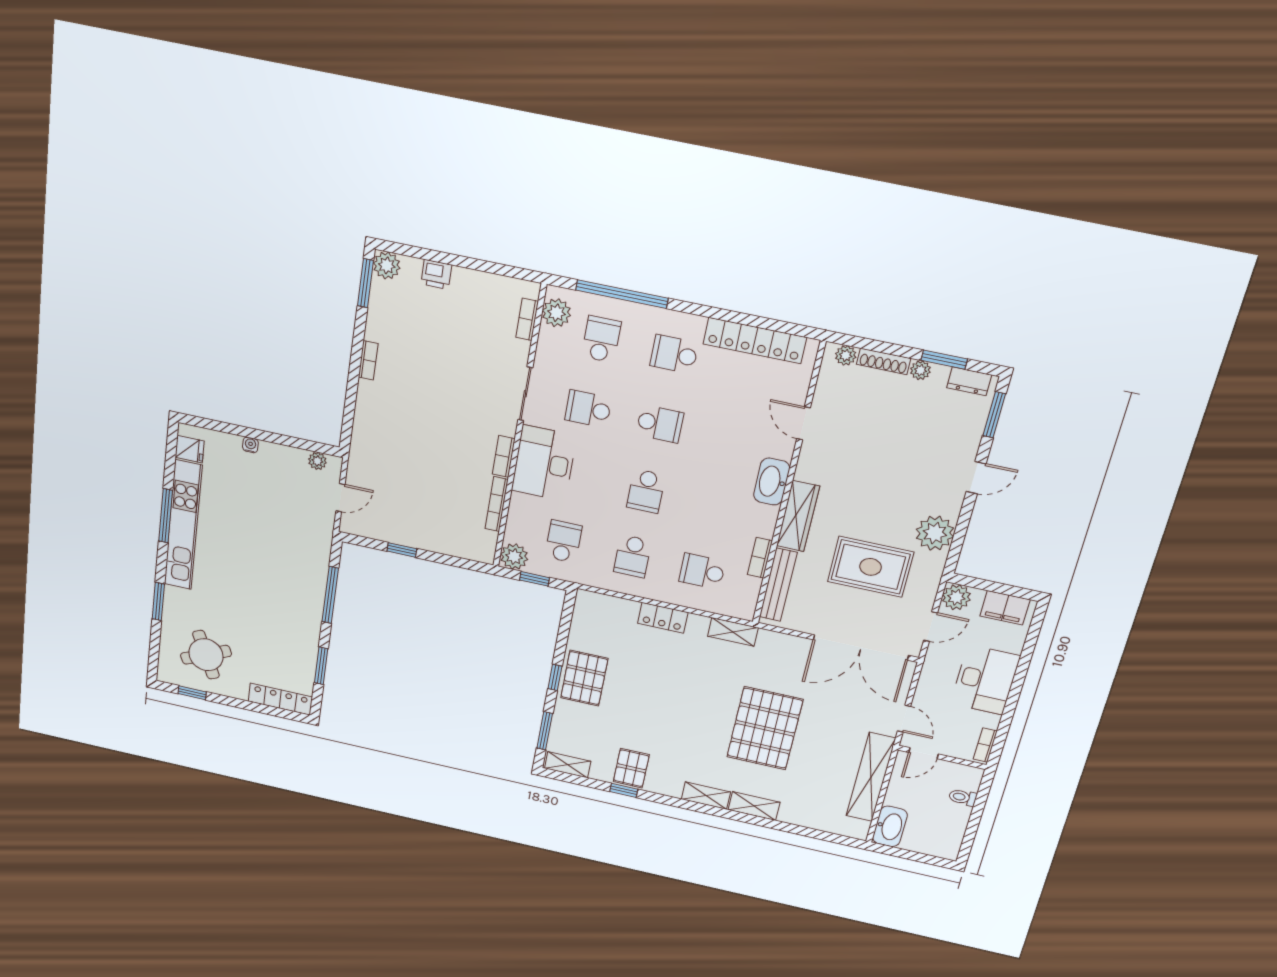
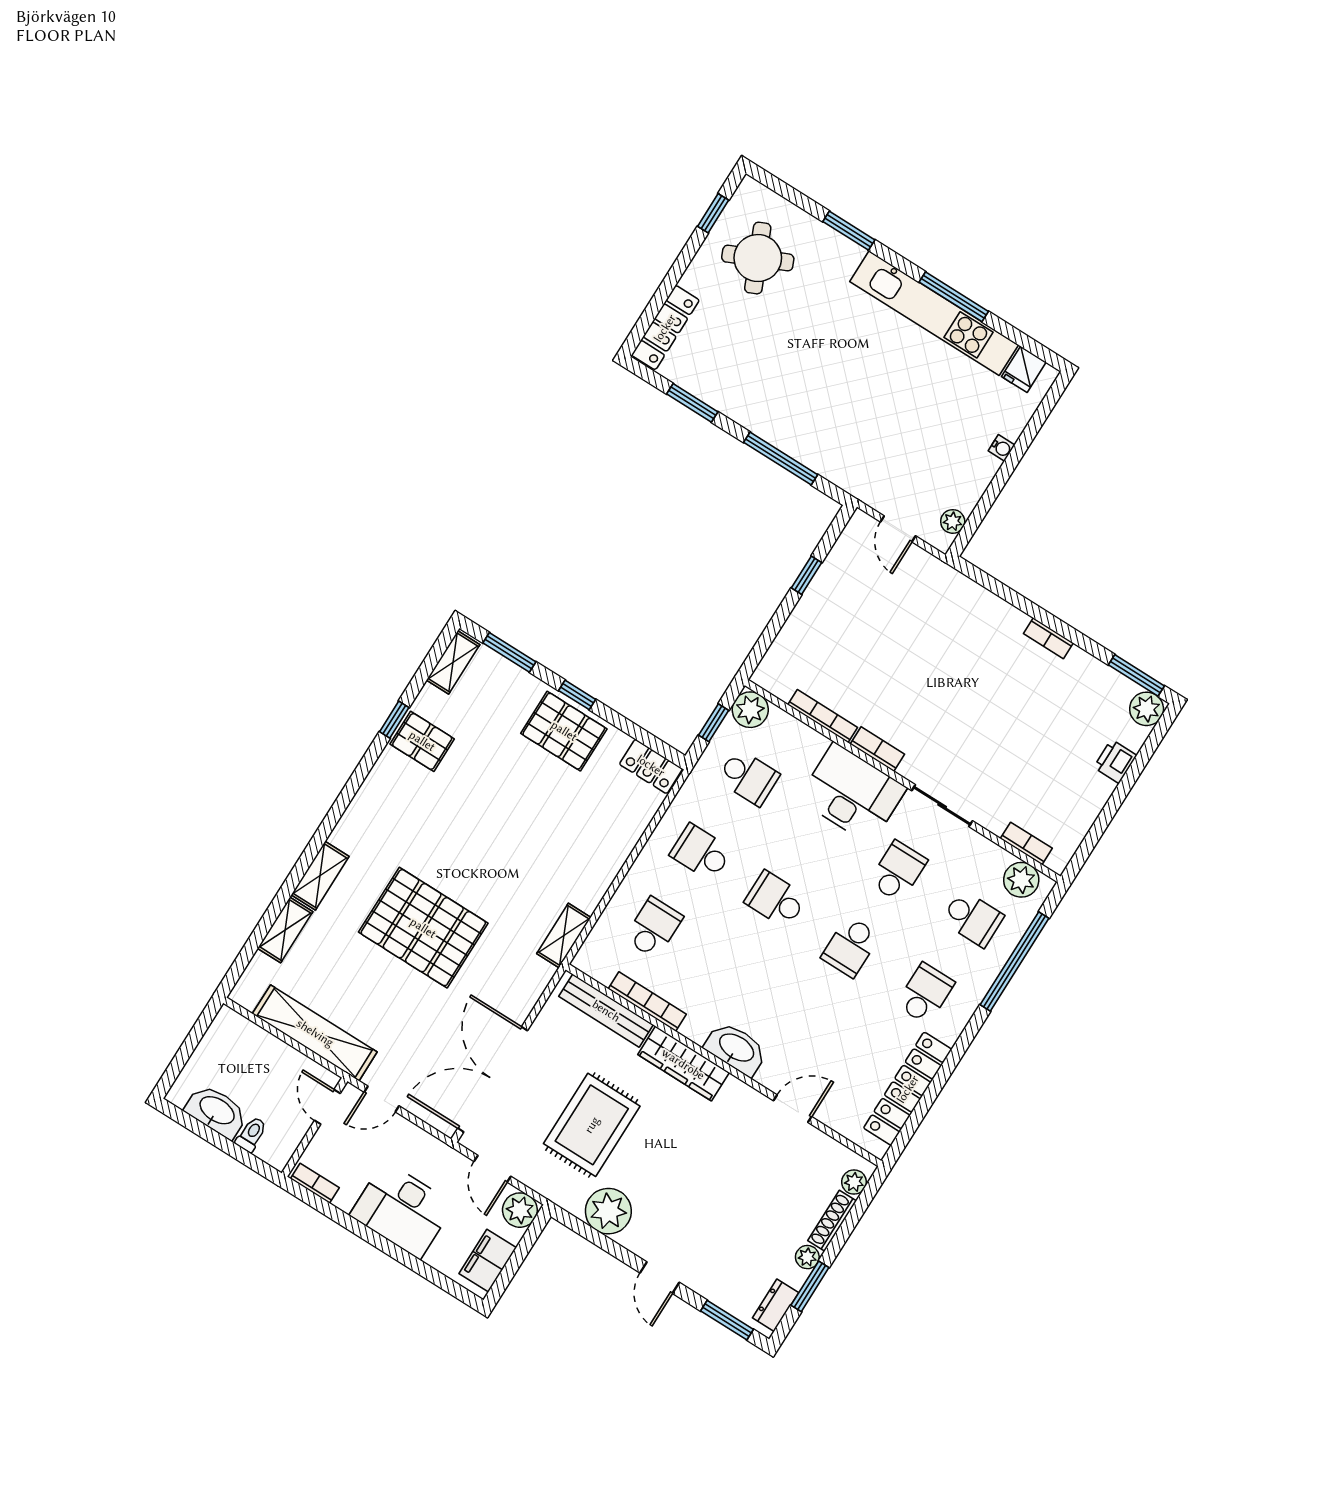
bookcase: (760, 558) -> (647, 1001), width x1.56
locker: (663, 618) -> (651, 766), moved, turned -90
shelving: (706, 796) -> (285, 930), moved
washbasin: (890, 826) -> (216, 1111), moved, turned 180

